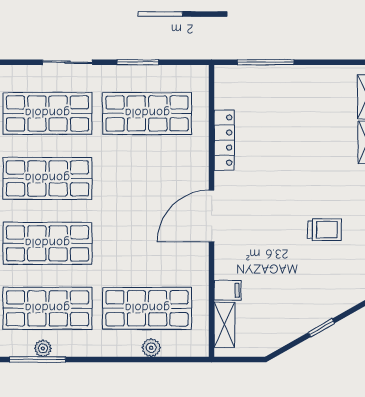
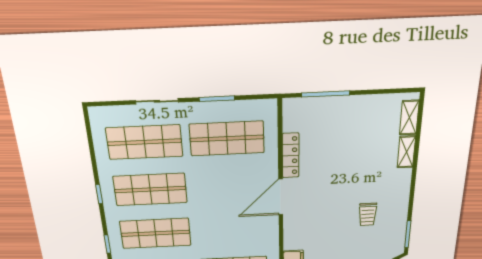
door: (212, 216) -> (281, 197), moved
trolley: (325, 230) -> (368, 214), turned 90

